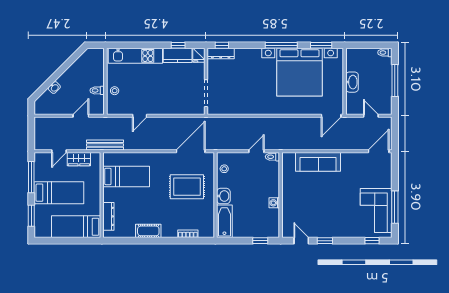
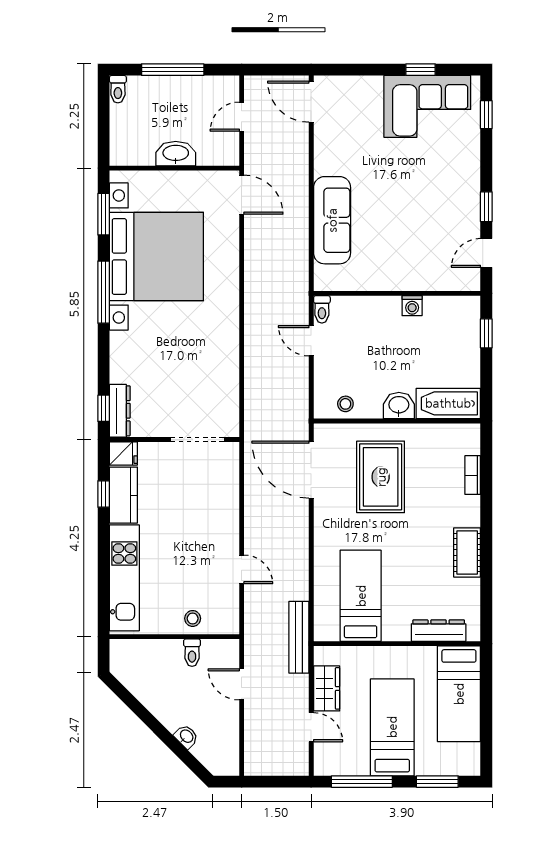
window: (395, 207) -> (421, 70), width x0.46

